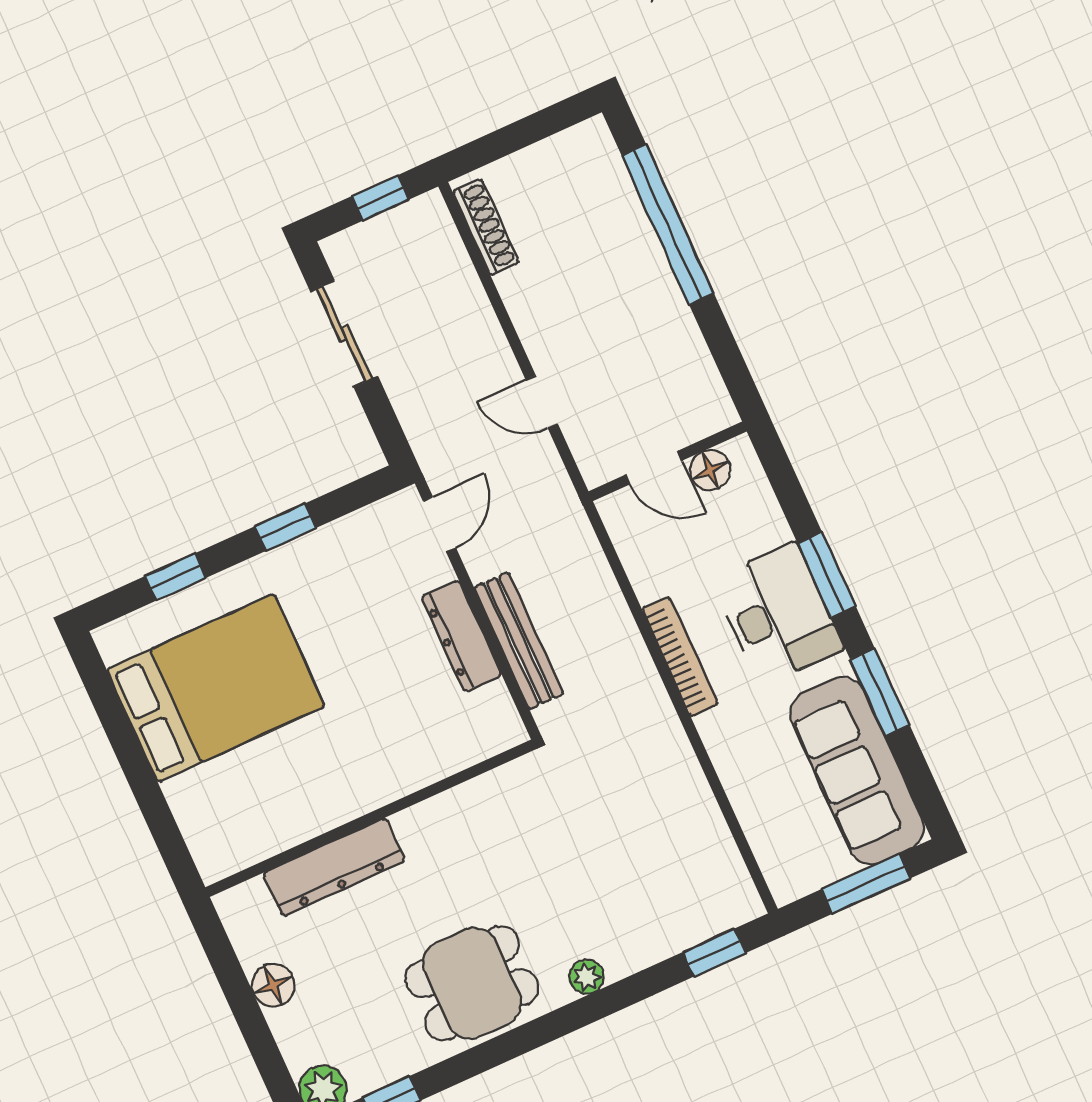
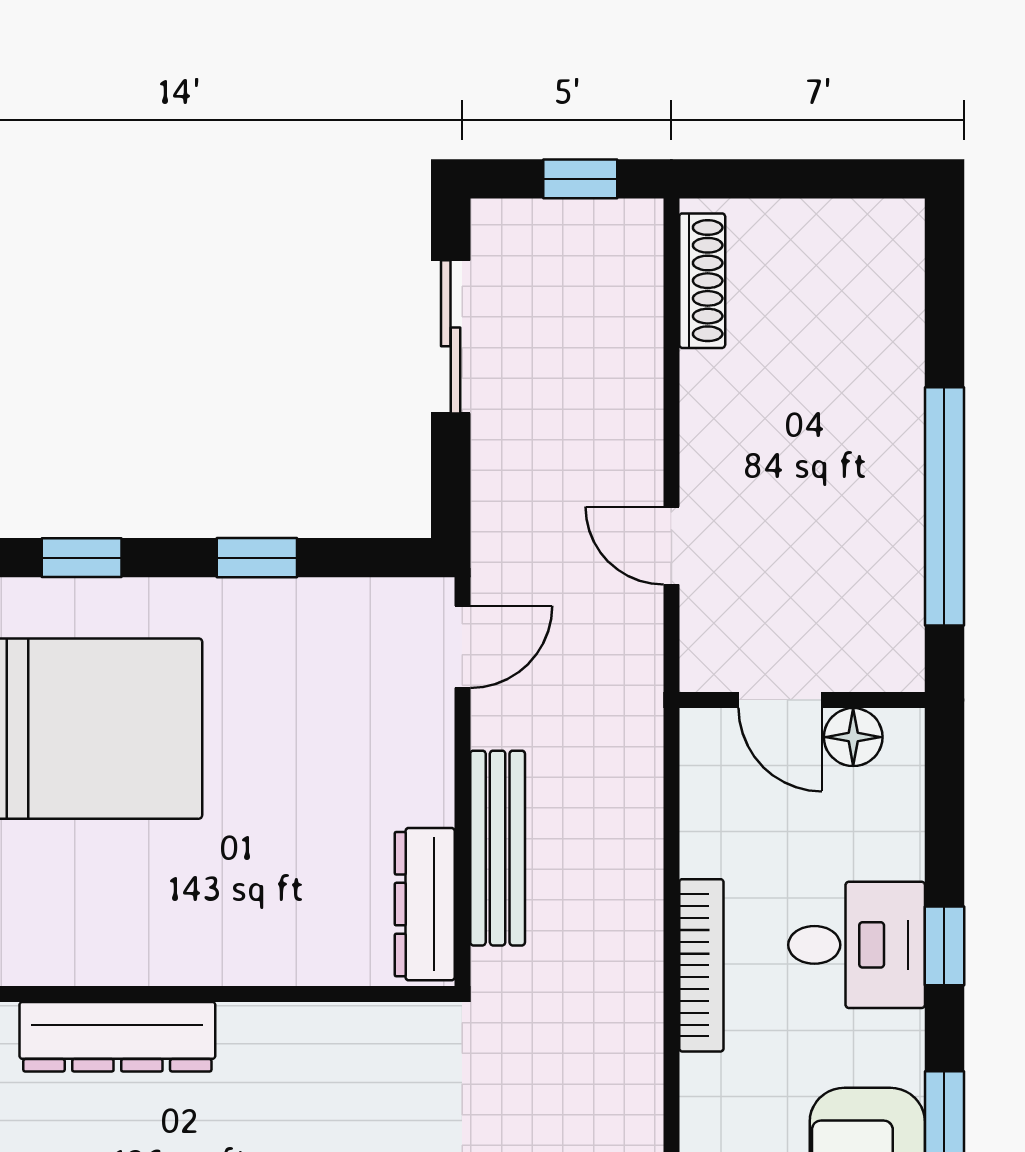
window: (668, 224) -> (944, 506), moved
window: (827, 575) -> (944, 946), width x0.67
desk: (778, 614) -> (857, 945), width x0.73
dresser: (462, 636) -> (425, 904), moved

